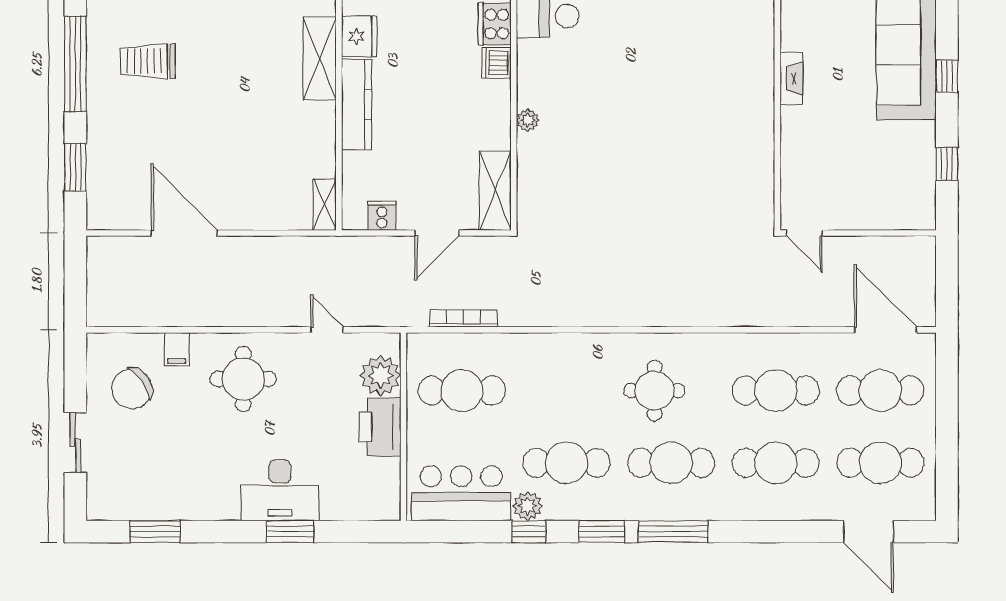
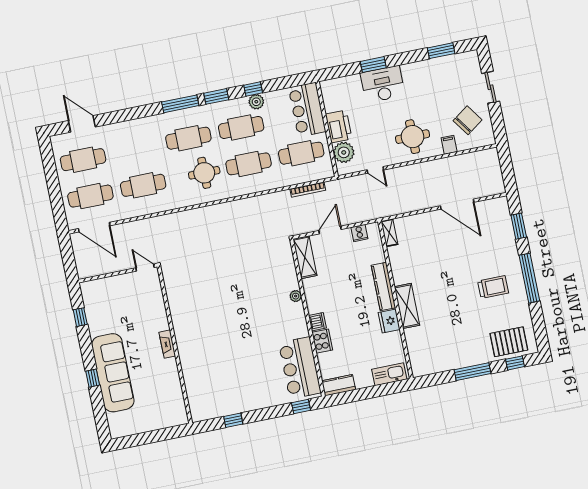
window: (947, 76) -> (93, 378), moved
cafe table: (776, 463) -> (249, 164), moved
bar counter: (461, 493) -> (307, 110), moved, turned 90

